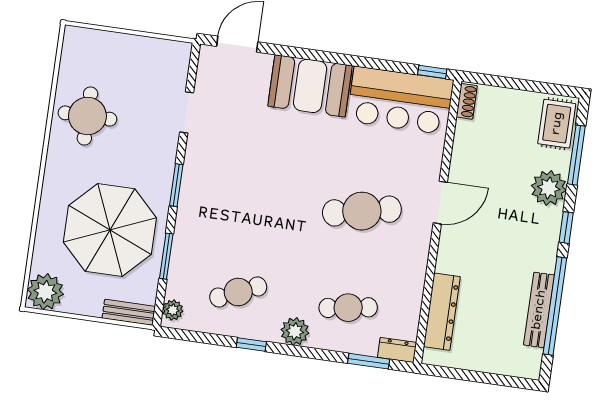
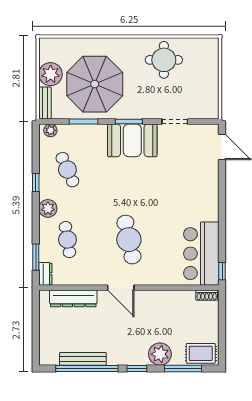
booth: (310, 86) -> (132, 140), moved, turned 90
door: (440, 203) -> (121, 288), moved
plant: (45, 292) -> (51, 74), moved

